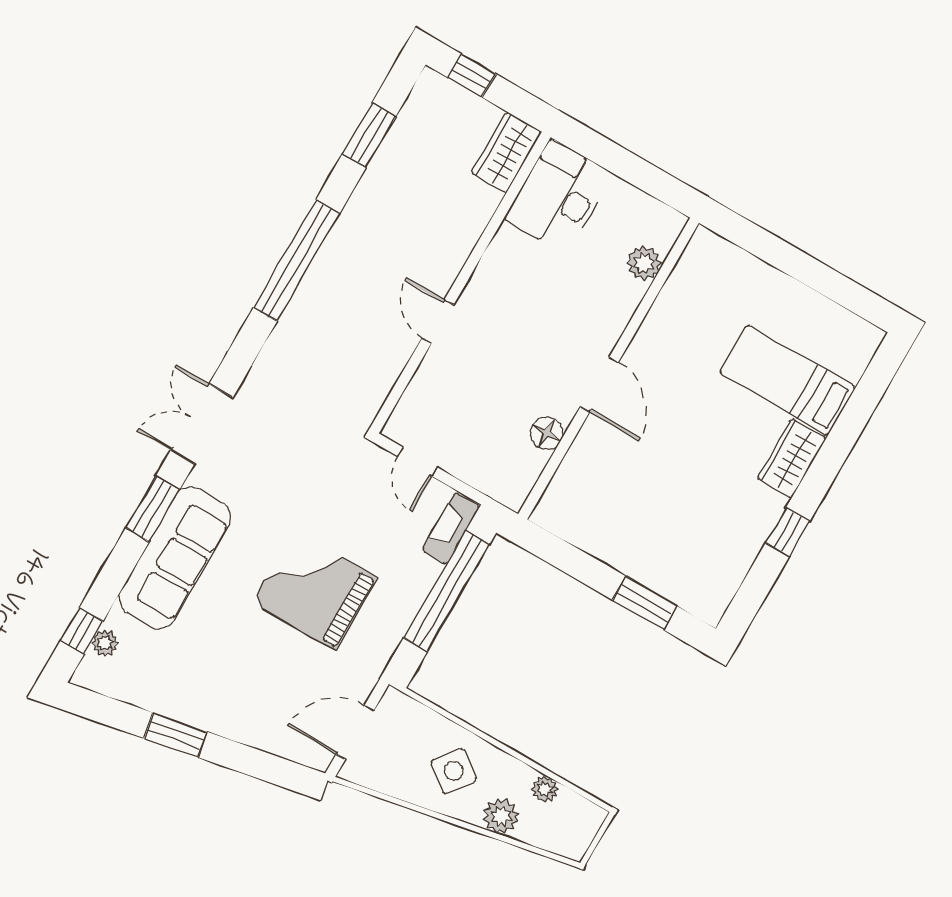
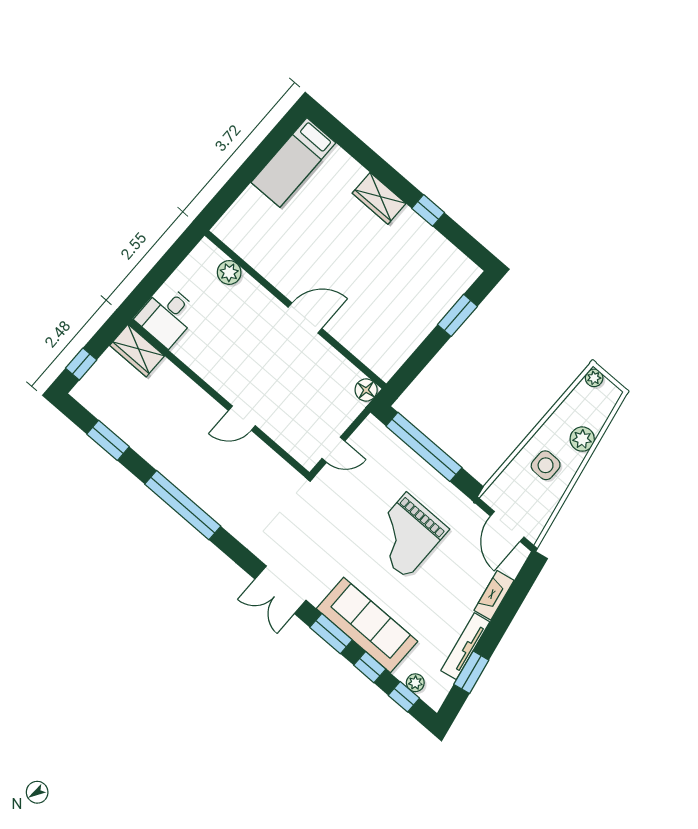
desk: (558, 197) -> (167, 316), width x0.73
bed: (788, 380) -> (293, 163), moved
floor lamp: (547, 433) -> (366, 390), moved
fireplace: (451, 528) -> (494, 595), moved, turned 79
window: (115, 574) -> (370, 667), added
tv unit: (171, 705) -> (465, 646), added
window: (175, 735) -> (471, 672), moved
side table: (453, 771) -> (546, 465), turned -38
plant: (545, 789) -> (594, 378), moved

